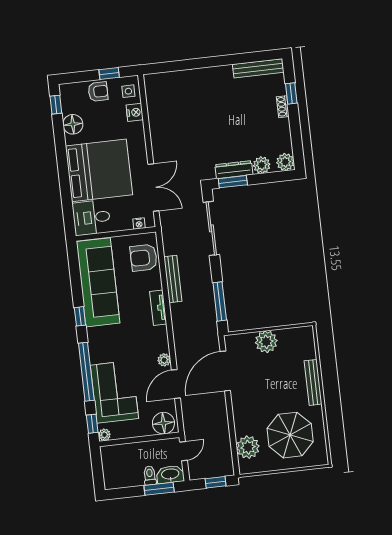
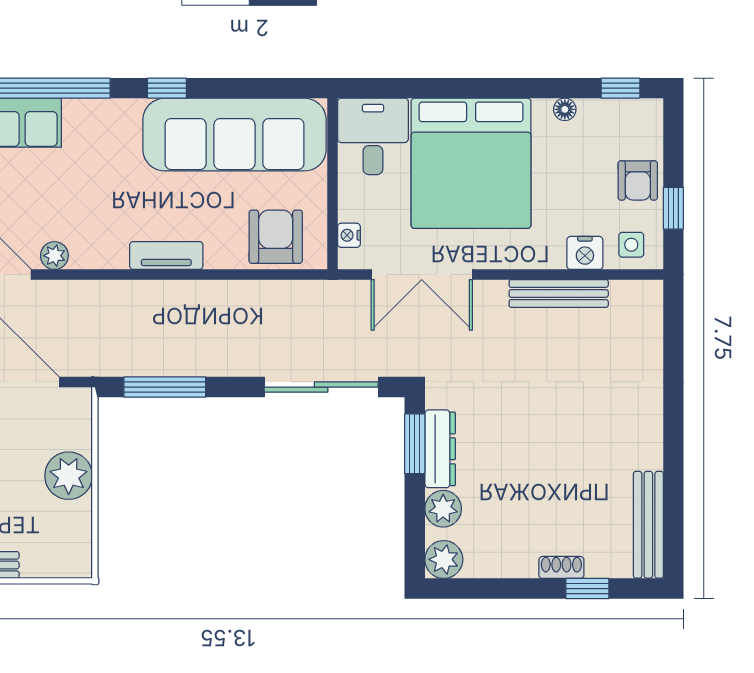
floor lamp: (73, 124) -> (565, 109), width x0.53, depth x0.53
bench: (173, 279) -> (559, 293), moved

